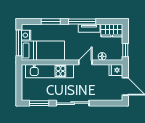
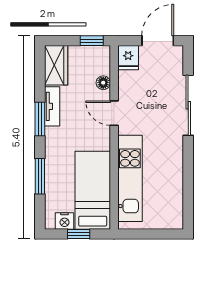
window: (82, 22) -> (40, 119), width x0.69
window: (19, 43) -> (79, 234), width x0.46
window: (39, 103) -> (188, 197), removed
sliding door: (73, 103) -> (188, 105), moved

